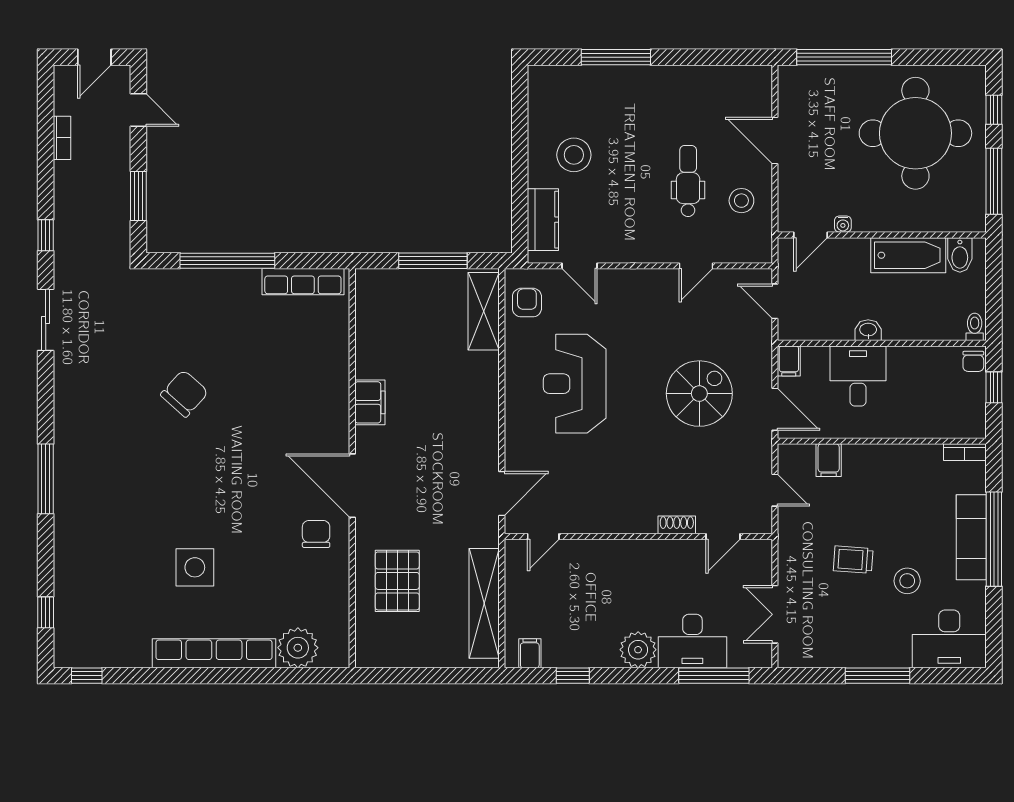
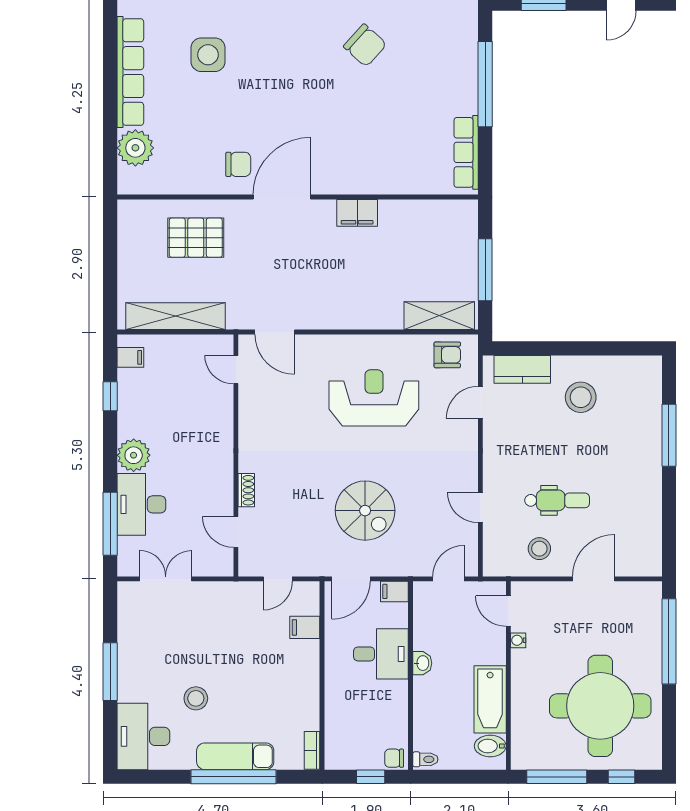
trolley: (853, 560) -> (215, 650), removed

